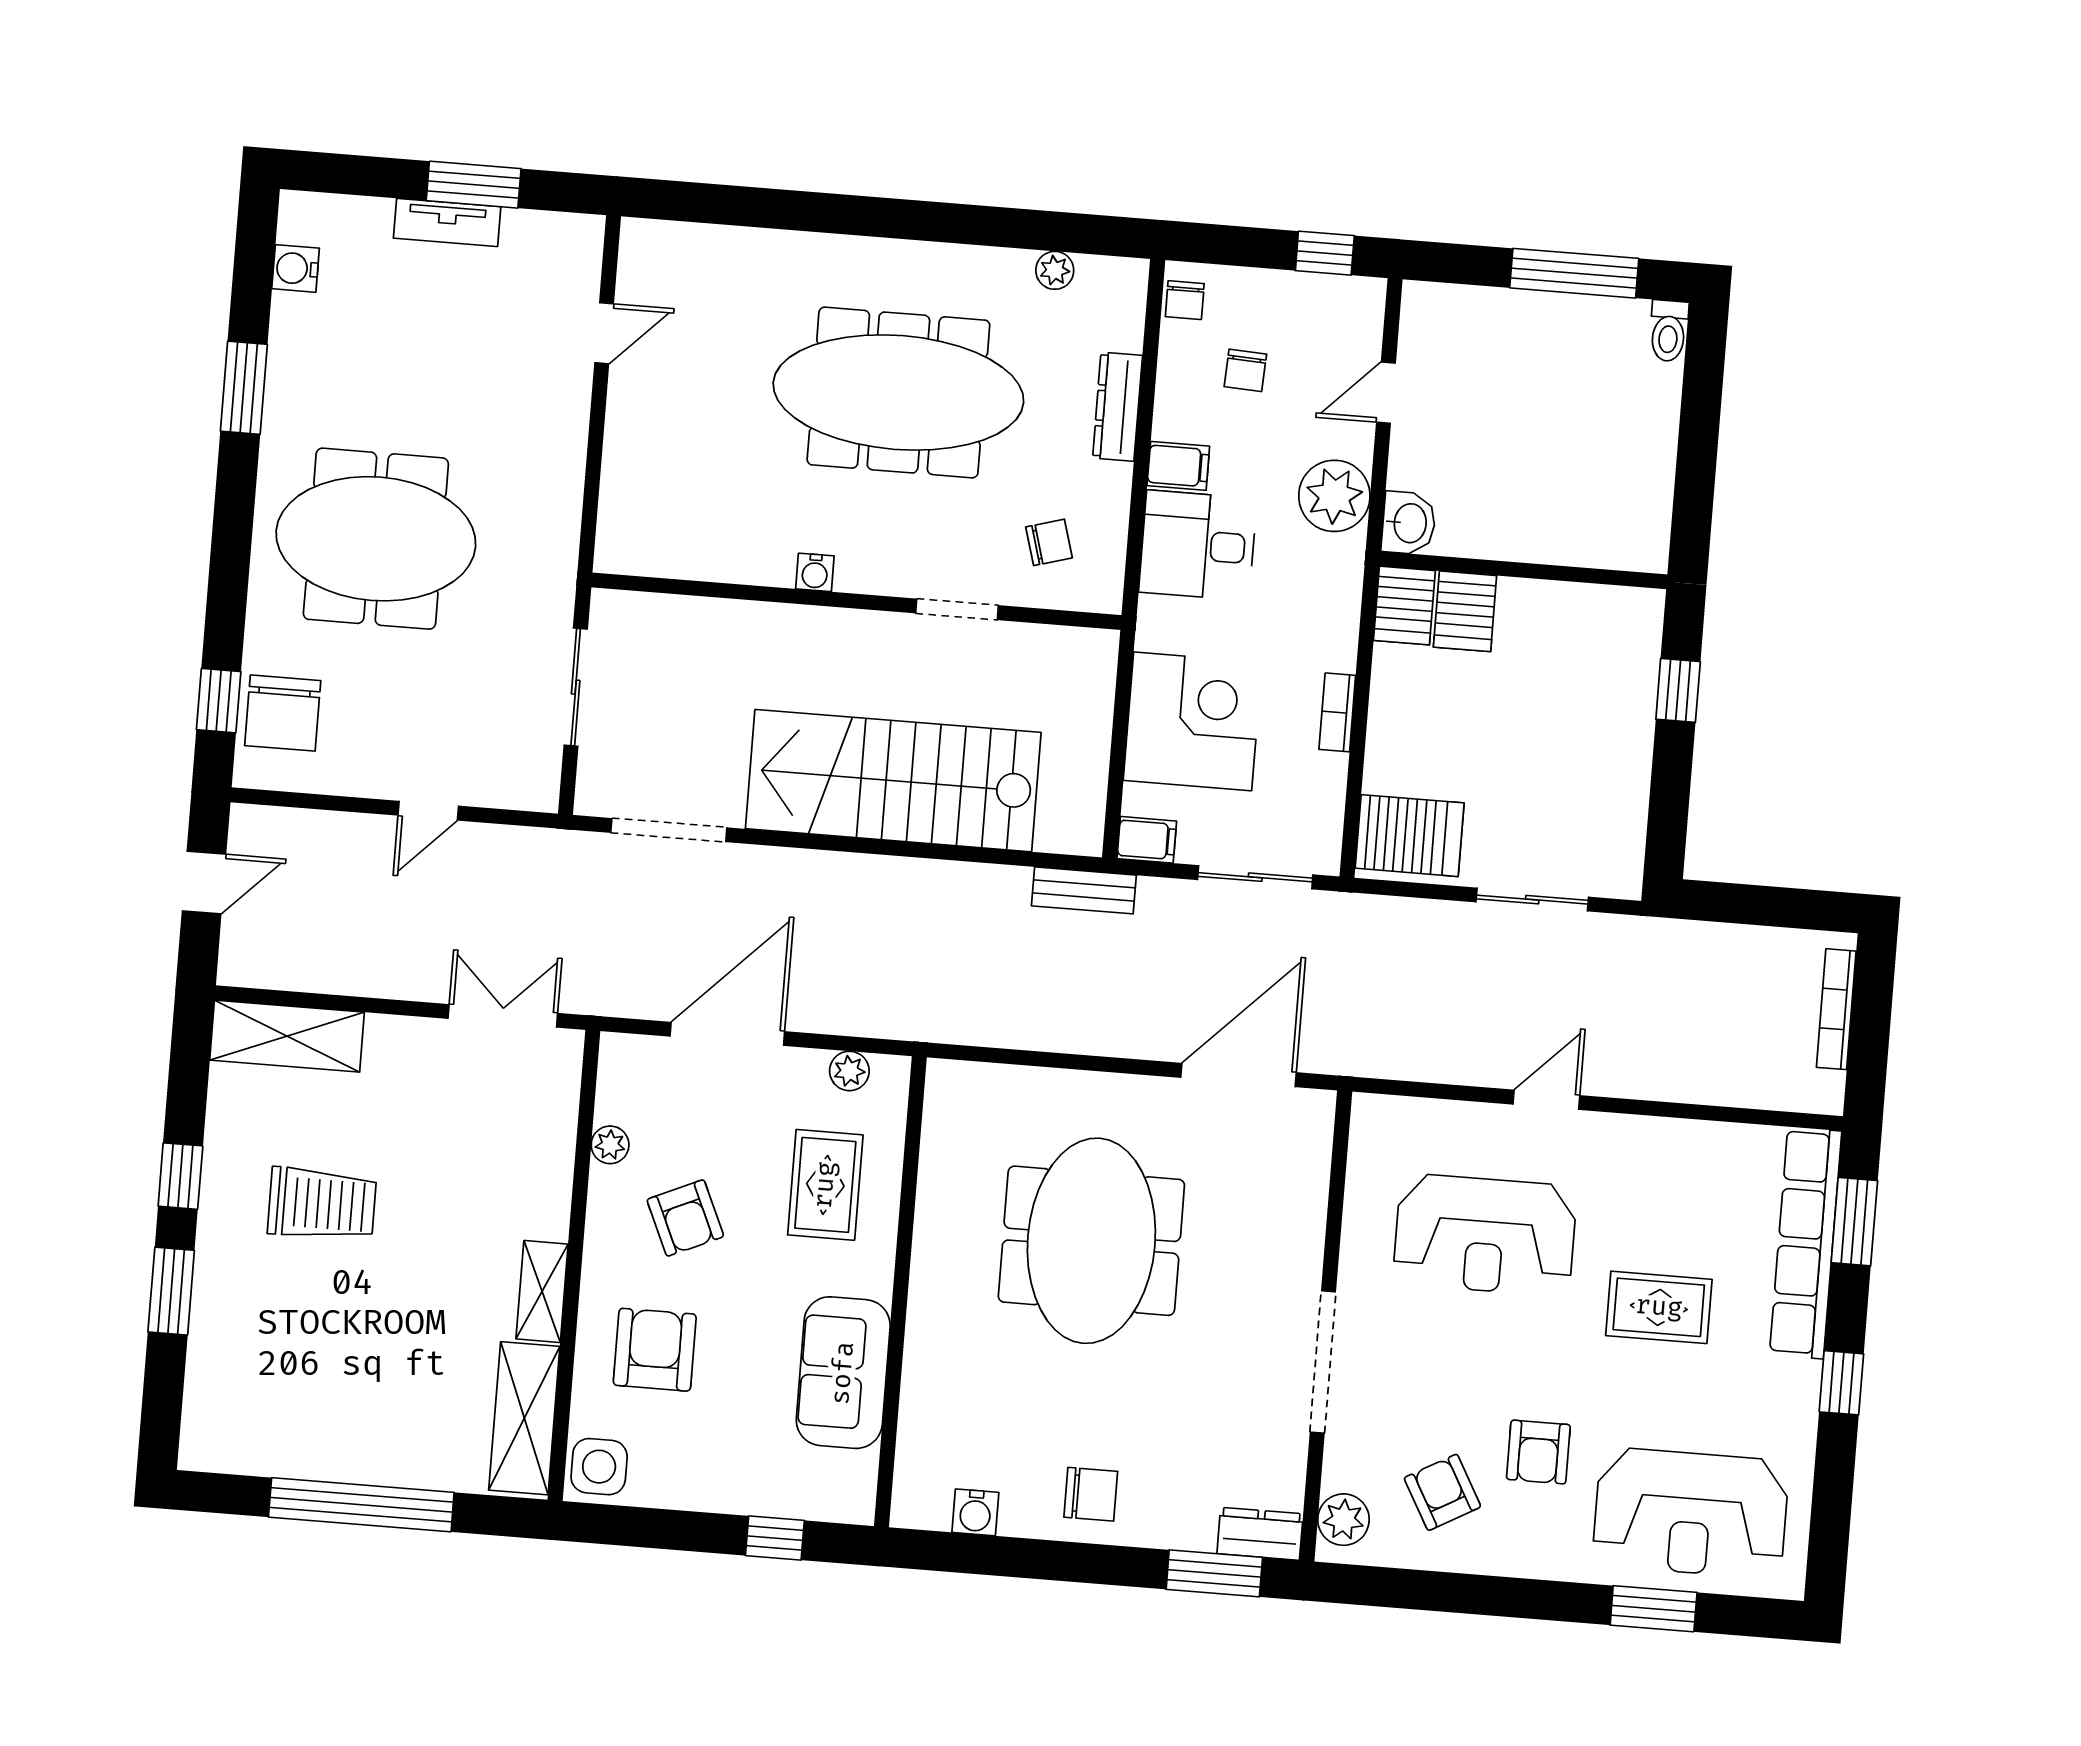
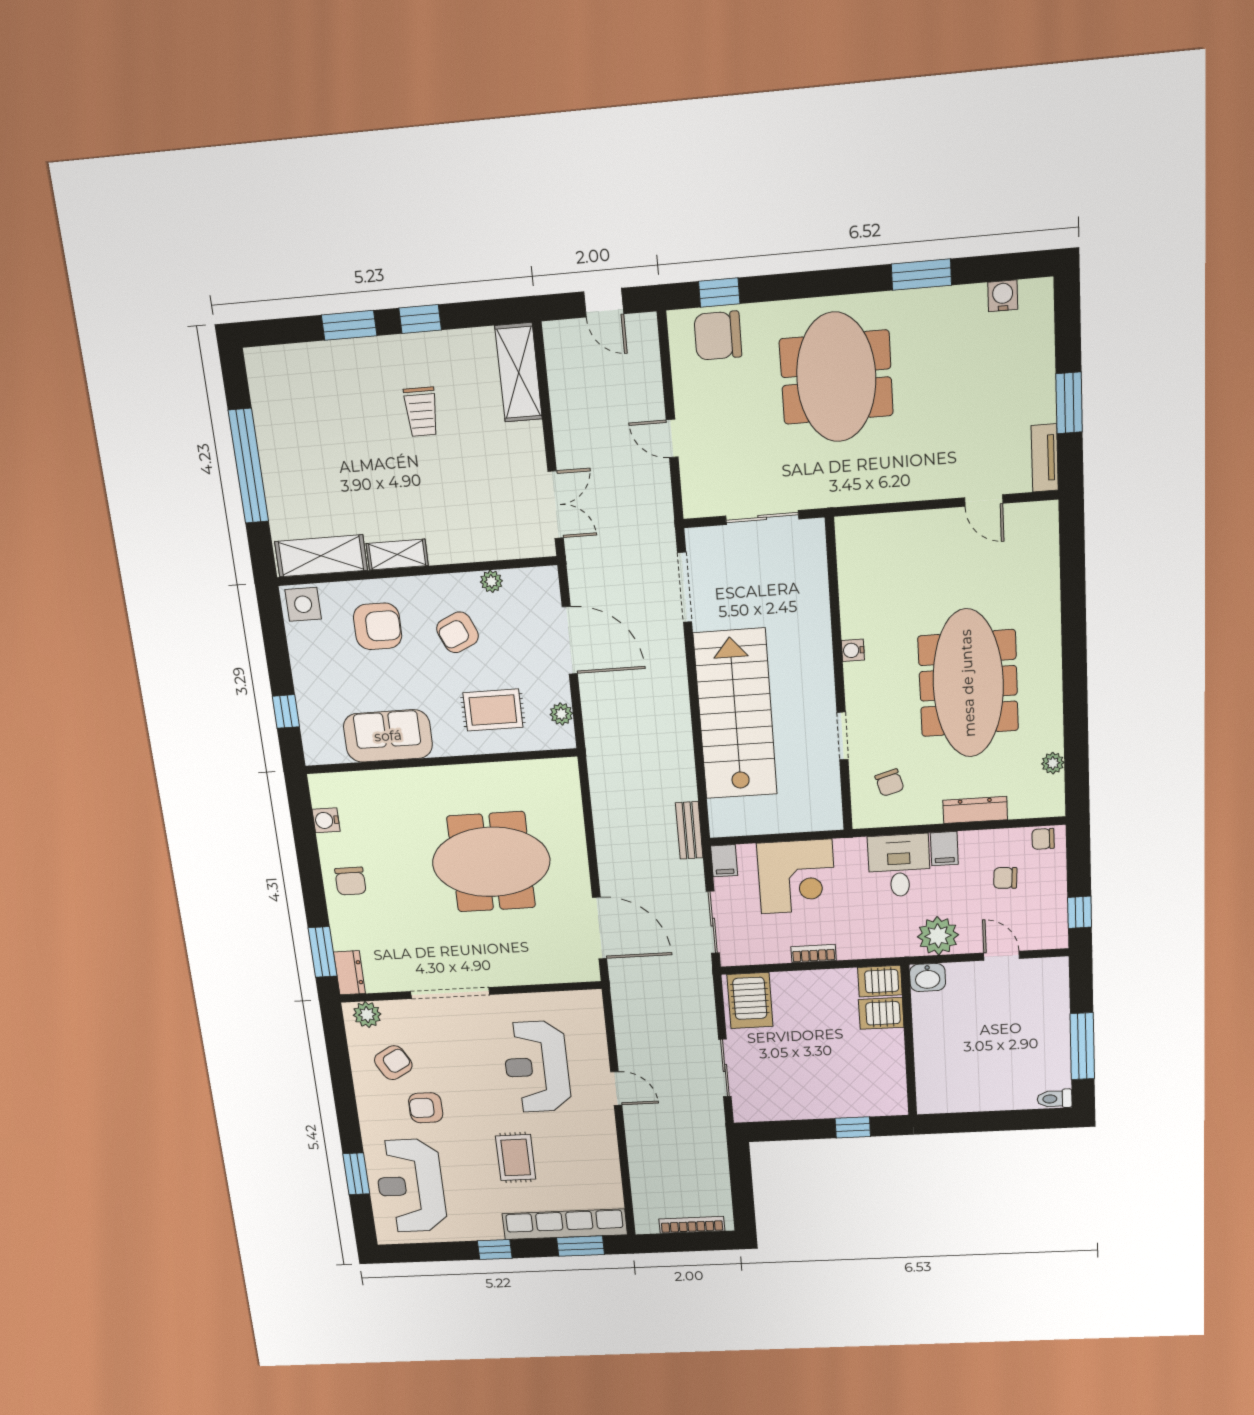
tv unit: (447, 222) -> (1045, 458), moved
trolley: (322, 1204) -> (421, 412), width x0.73, depth x0.72

